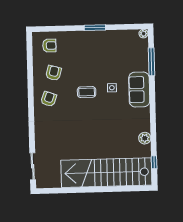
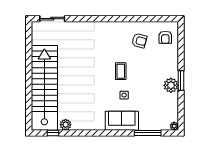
plant: (100, 38) -> (171, 85), added
armchair: (49, 99) -> (115, 35), removed
plant: (145, 138) -> (66, 125), moved

